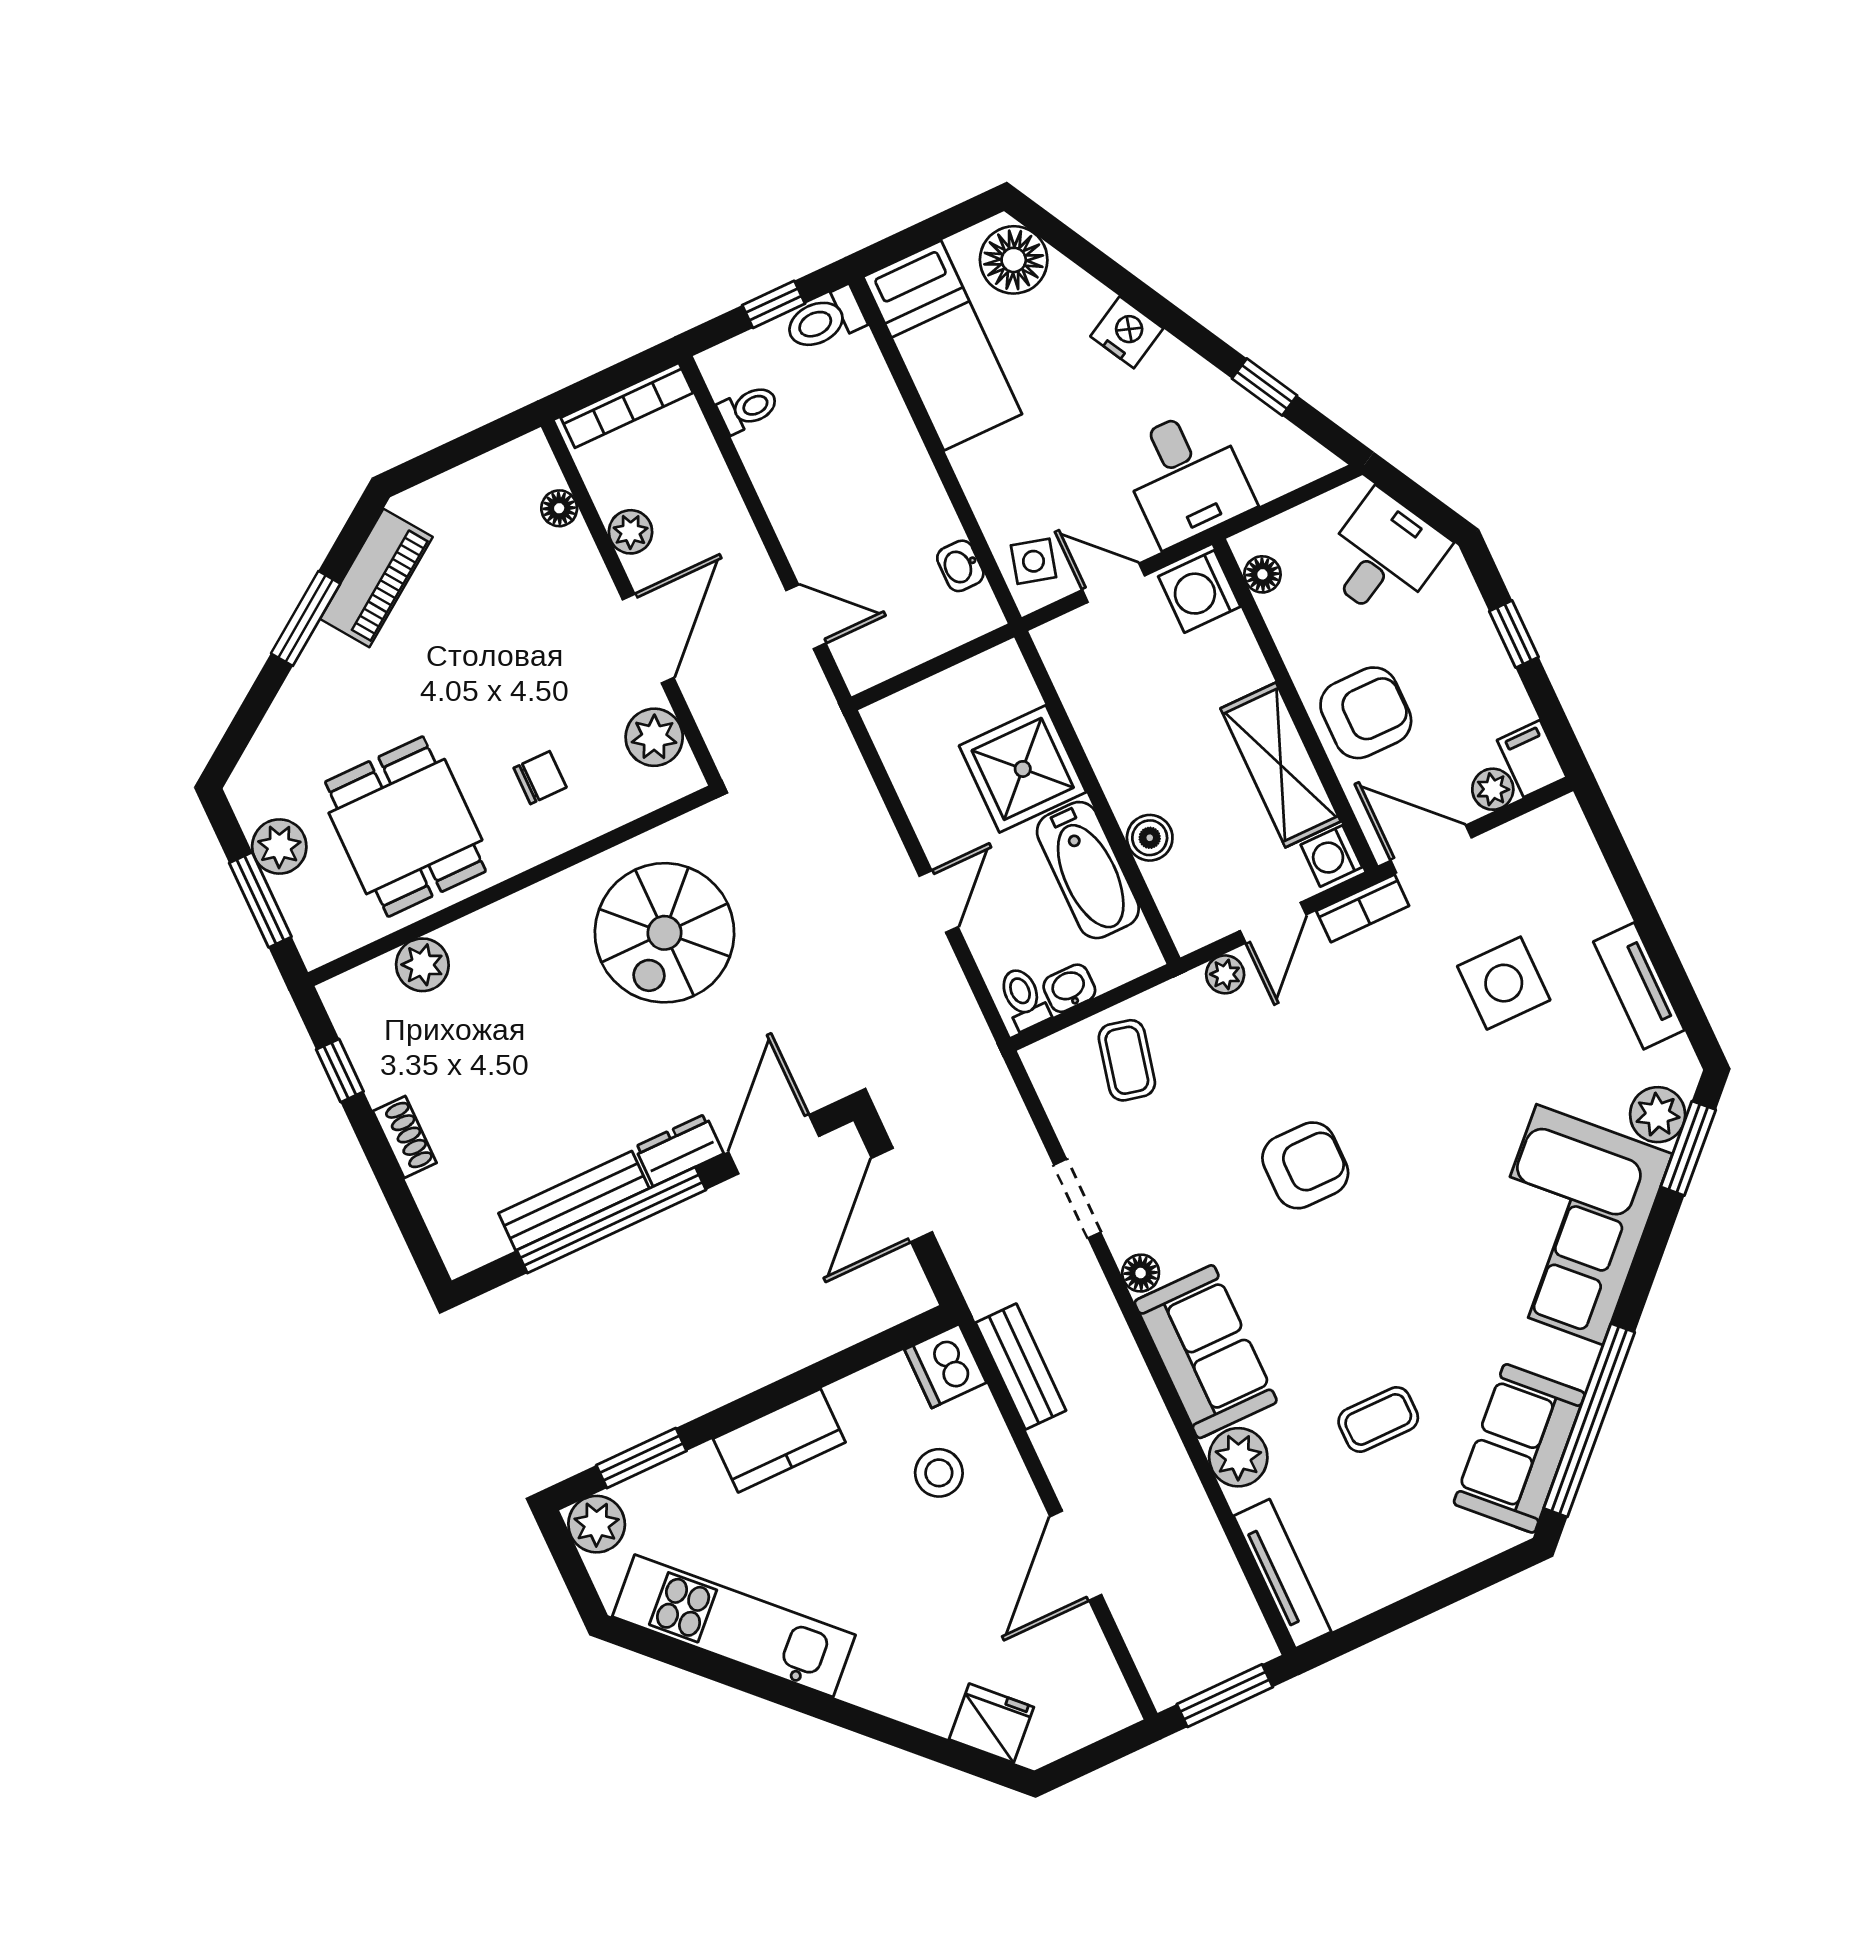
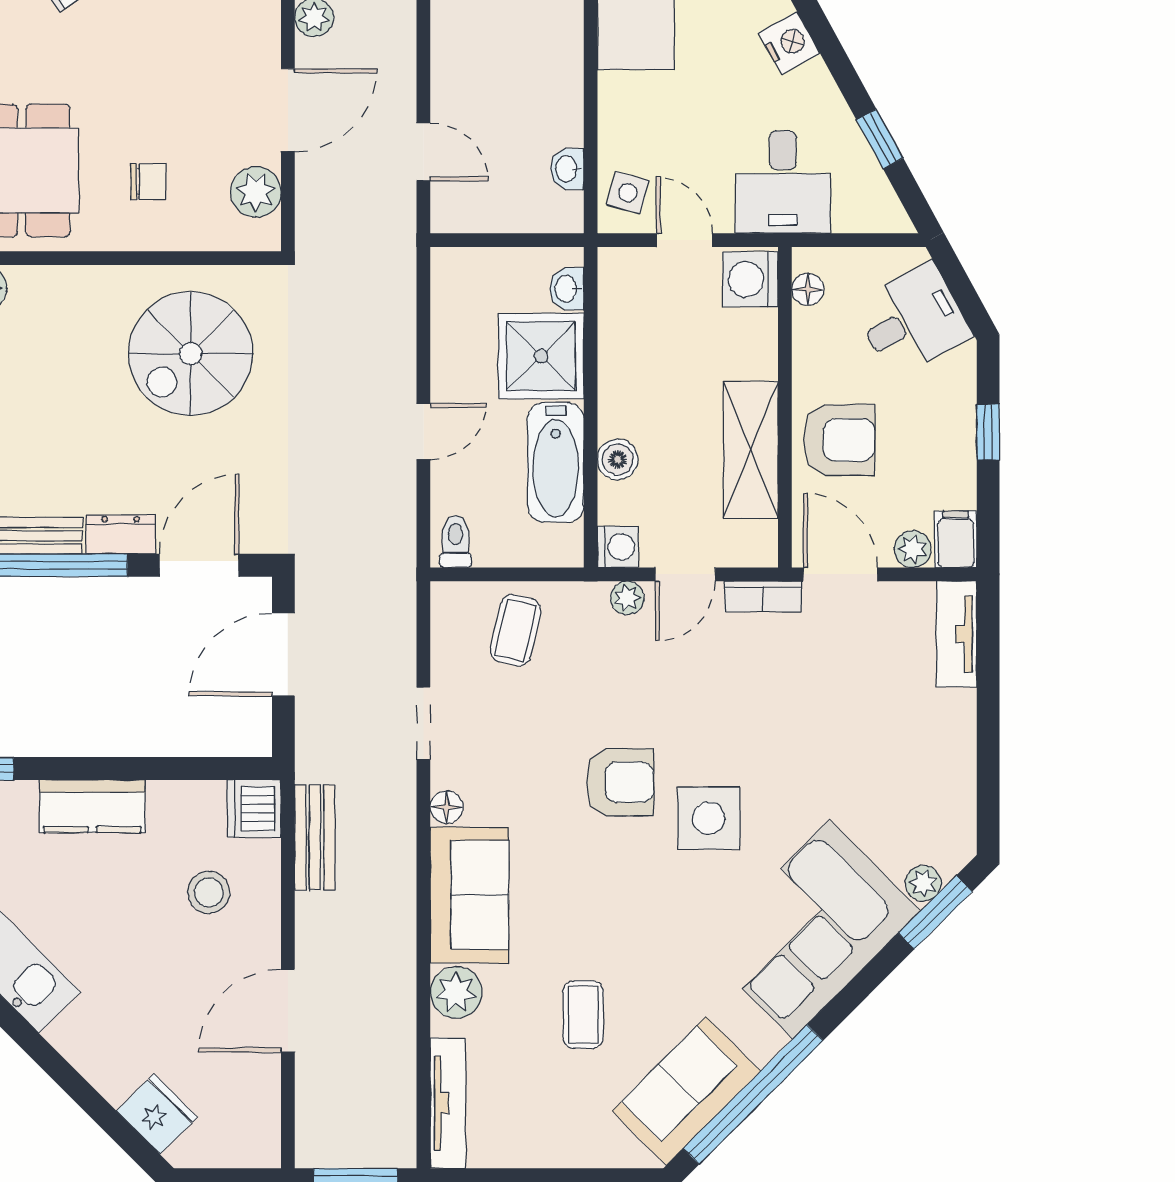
washing machine: (1331, 856) -> (618, 547), moved, turned 180
side table: (1504, 983) -> (709, 818), moved
tv unit: (1639, 986) -> (957, 634), moved
washbasin: (1069, 988) -> (567, 289), moved, turned -90
plant: (1658, 1115) -> (923, 883), width x0.73, depth x0.73
coffee table: (1378, 1419) -> (583, 1015), turned 90

